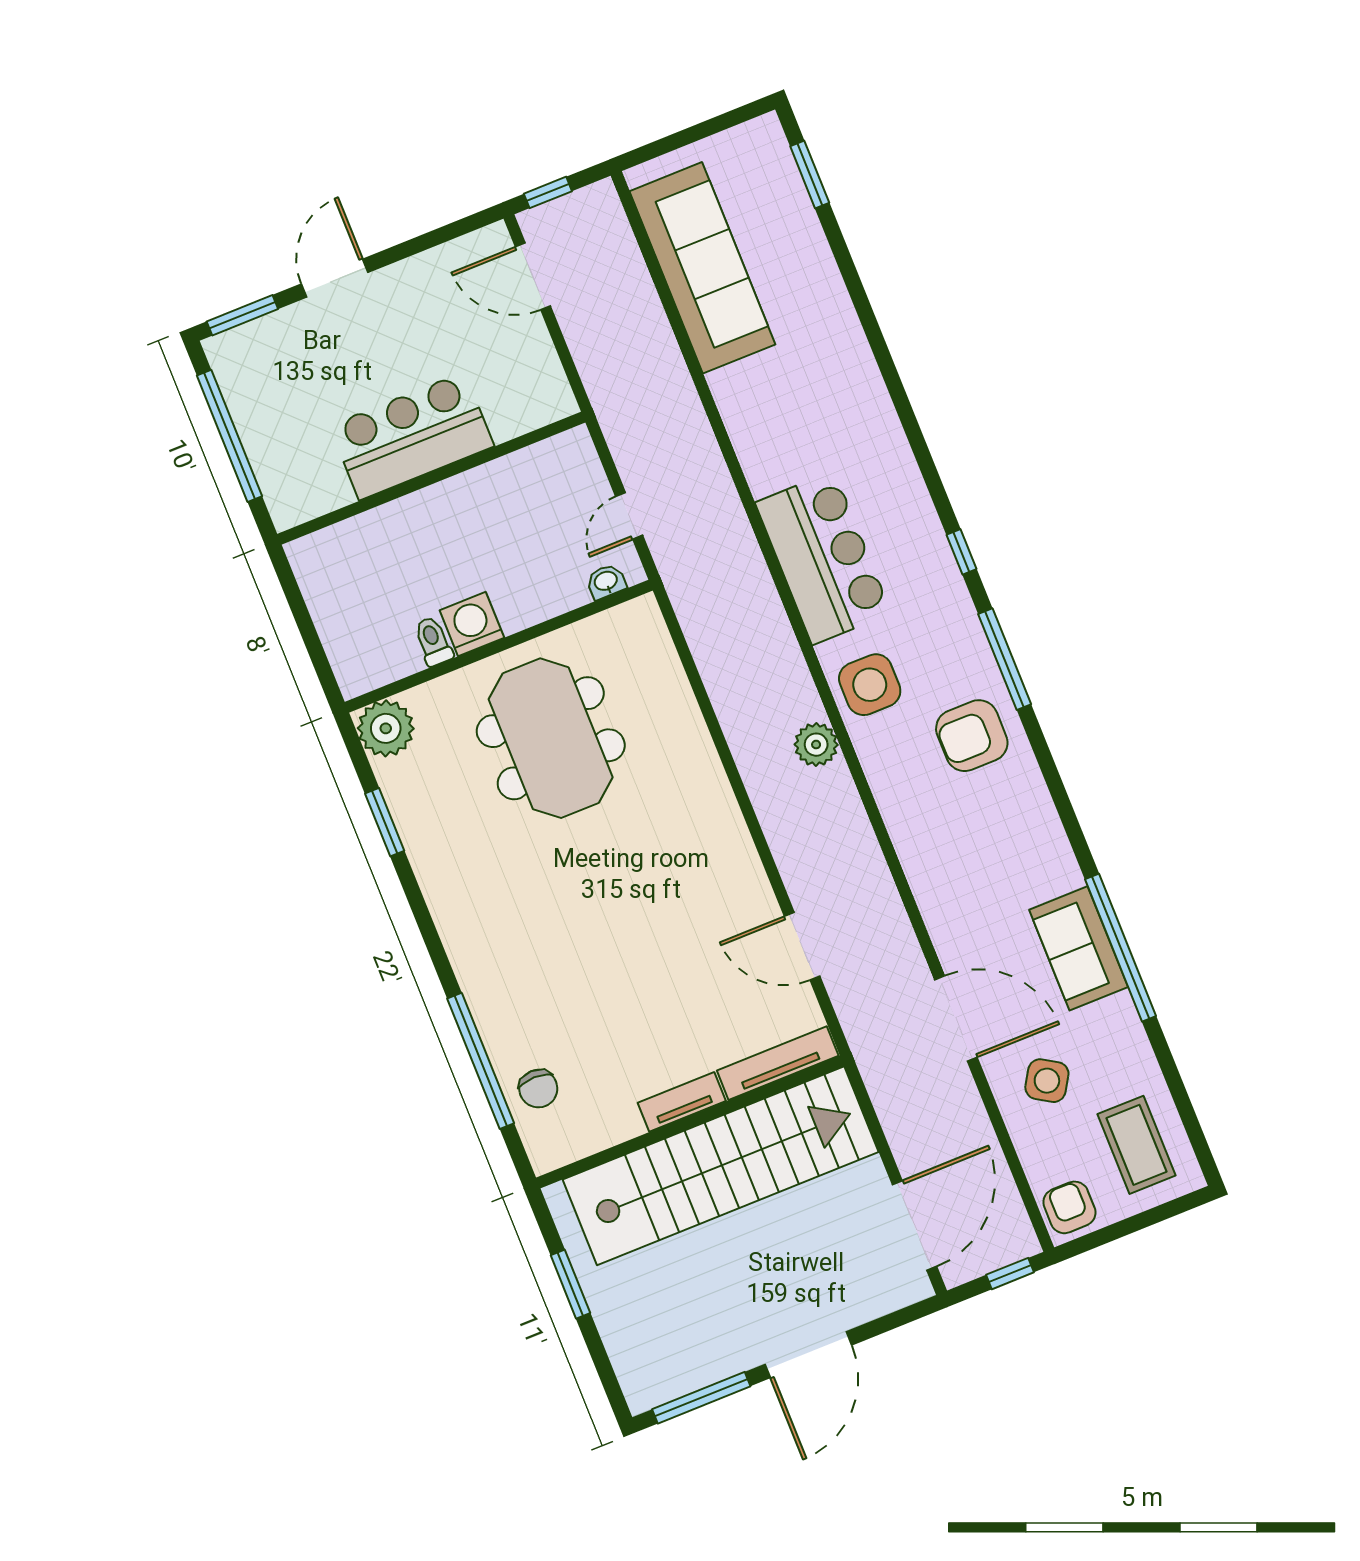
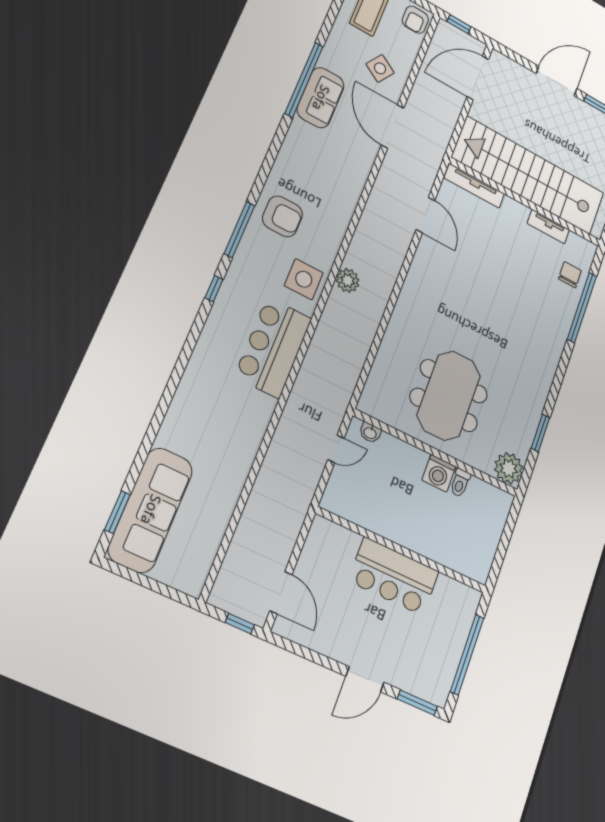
sofa: (702, 268) -> (151, 510), moved, turned 180
tv unit: (682, 1102) -> (548, 227), moved

